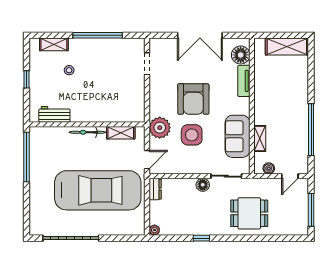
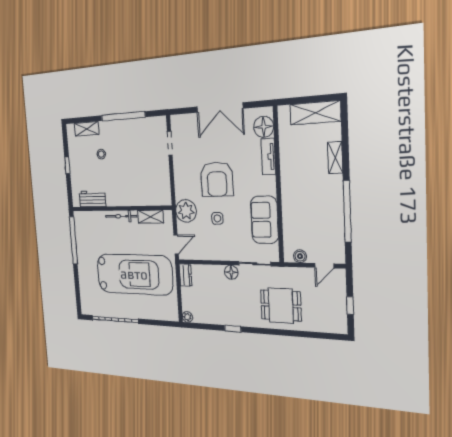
side table: (192, 135) -> (217, 218), width x0.54, depth x0.54
shelving: (260, 138) -> (335, 158), moved
window: (311, 210) -> (350, 306), width x0.46

